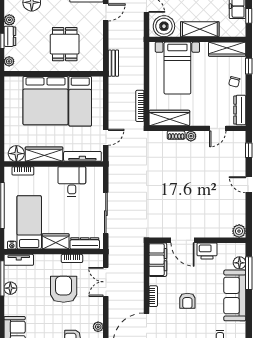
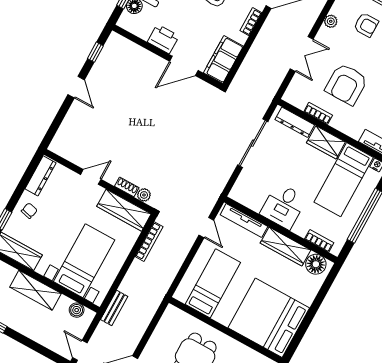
boiler: (164, 26) -> (77, 310), width x0.54, depth x0.54
bench: (113, 63) -> (114, 308), moved
bed: (45, 101) -> (269, 318), moved, turned -90
door: (218, 128) -> (91, 177), moved
plant: (191, 136) -> (144, 195), moved
door: (106, 137) -> (206, 228), swing flipped
window: (249, 150) -> (95, 52), moved
desk: (72, 181) -> (283, 206), moved
plant: (239, 231) -> (115, 42), removed
door: (183, 240) -> (184, 66), swing flipped
double door: (106, 282) -> (302, 54), moved

